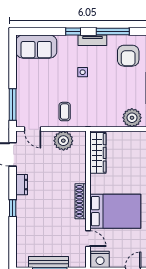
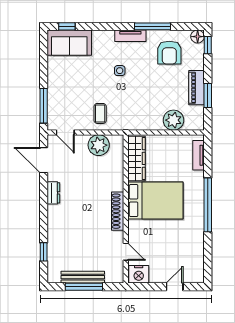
window: (73, 32) -> (67, 26), moved
window: (13, 208) -> (44, 252), moved
bed: (115, 211) -> (155, 201), moved

